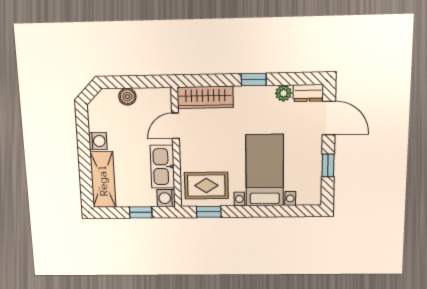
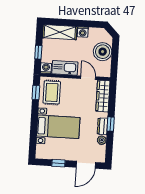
dresser: (308, 93) -> (102, 126), moved
boiler: (127, 97) -> (103, 52), width x1.86, depth x1.86

